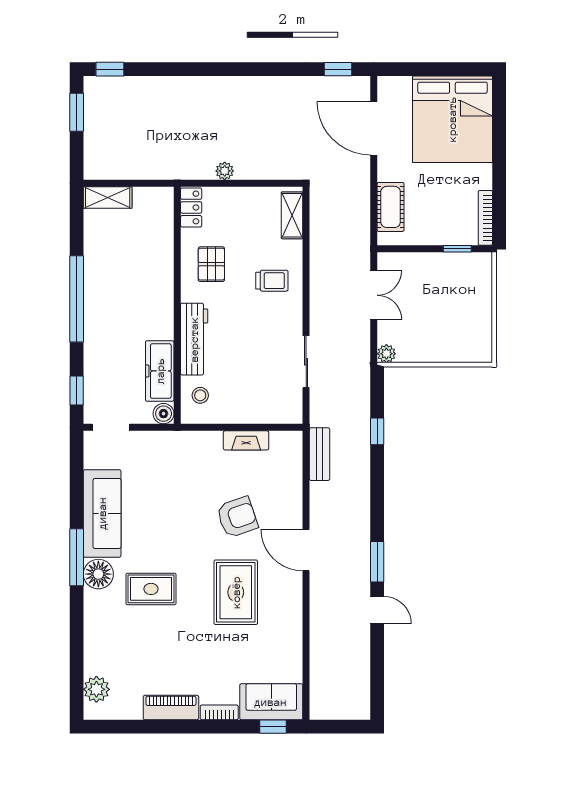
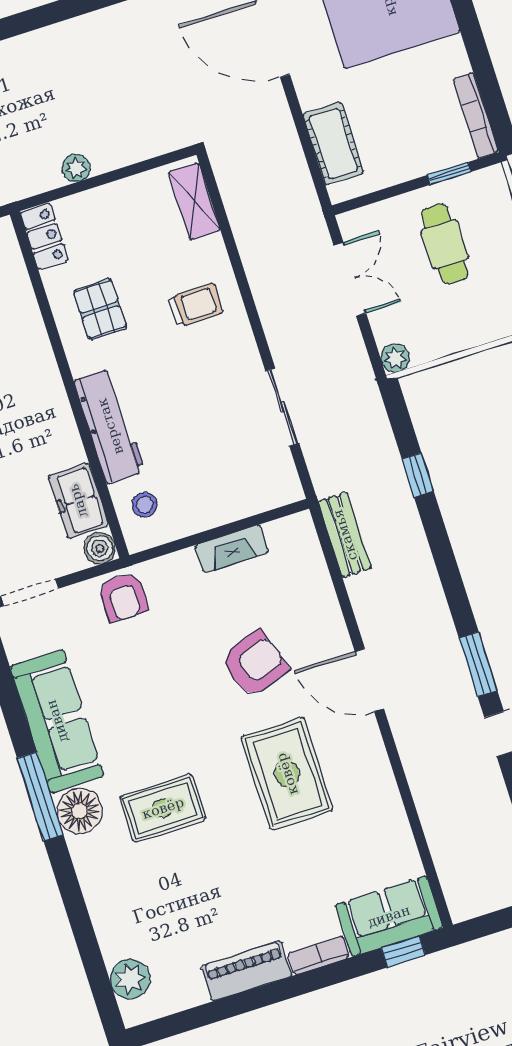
cafe table: (440, 292) -> (445, 244), added
freezer: (160, 371) -> (78, 501), width x0.71
armchair: (169, 449) -> (123, 597), added

